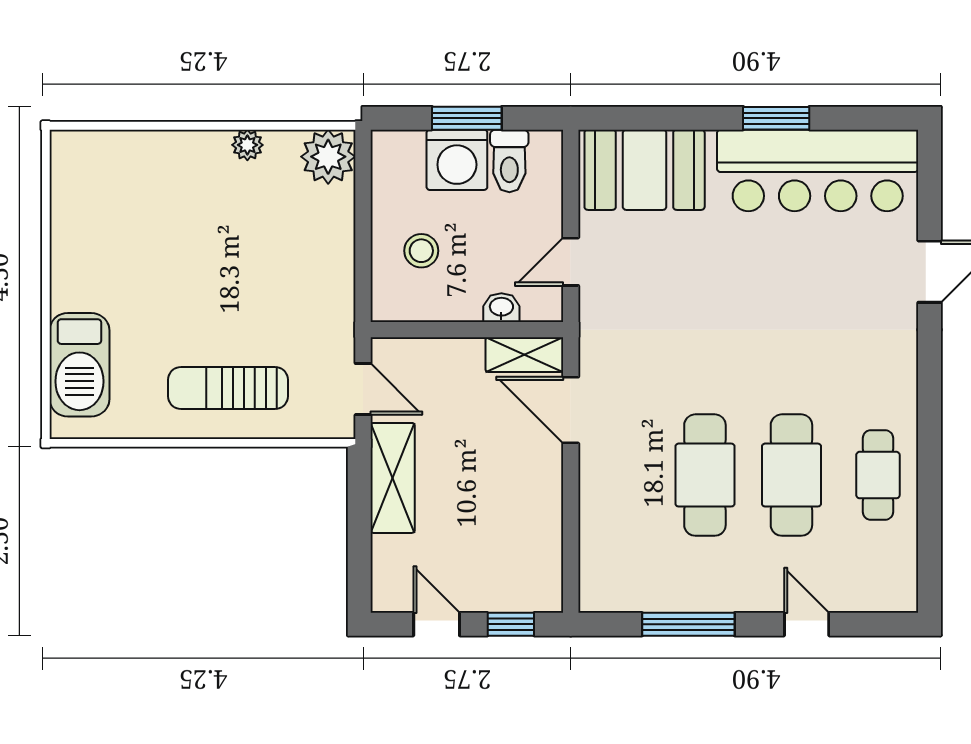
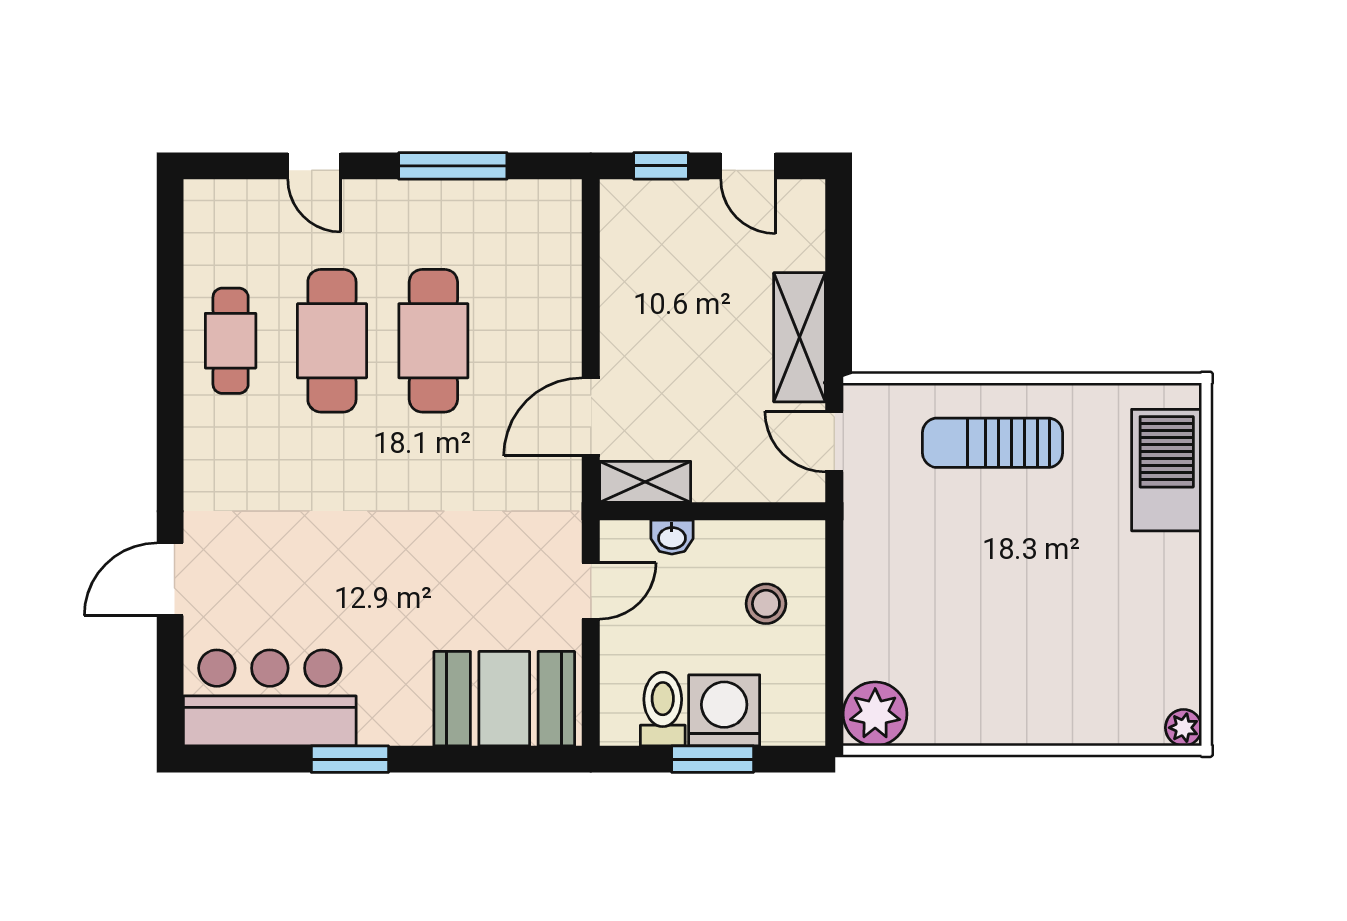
plant: (247, 145) -> (1184, 728), moved
bar counter: (818, 170) -> (270, 698), width x0.73
sun lounger: (228, 388) -> (993, 443), turned 180
door: (571, 410) -> (591, 417), swing flipped

